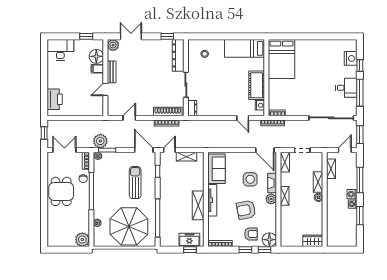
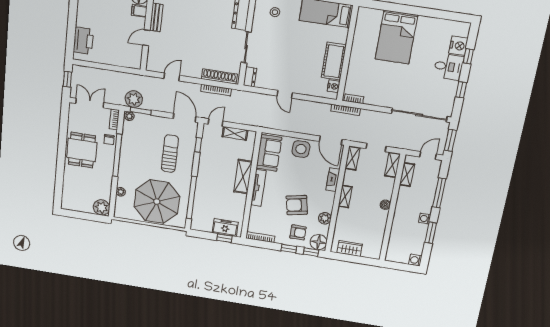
bed: (282, 59) -> (396, 37), moved
desk: (346, 88) -> (448, 67), moved
window: (360, 93) -> (461, 90), width x0.46
door: (243, 118) -> (285, 94), moved
side table: (250, 179) -> (301, 149), moved
shelving: (318, 182) -> (392, 165), moved
washing machine: (352, 194) -> (415, 260), moved
plant: (271, 199) -> (325, 218), moved
shelving: (198, 205) -> (243, 177), moved
wardrobe: (313, 241) -> (350, 249), moved

